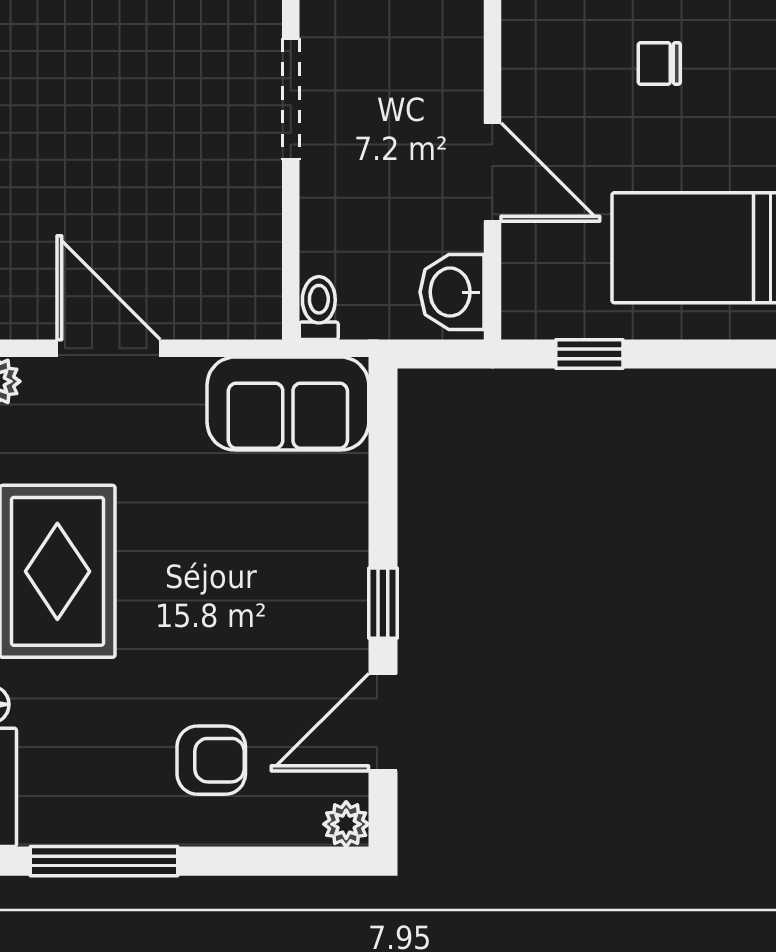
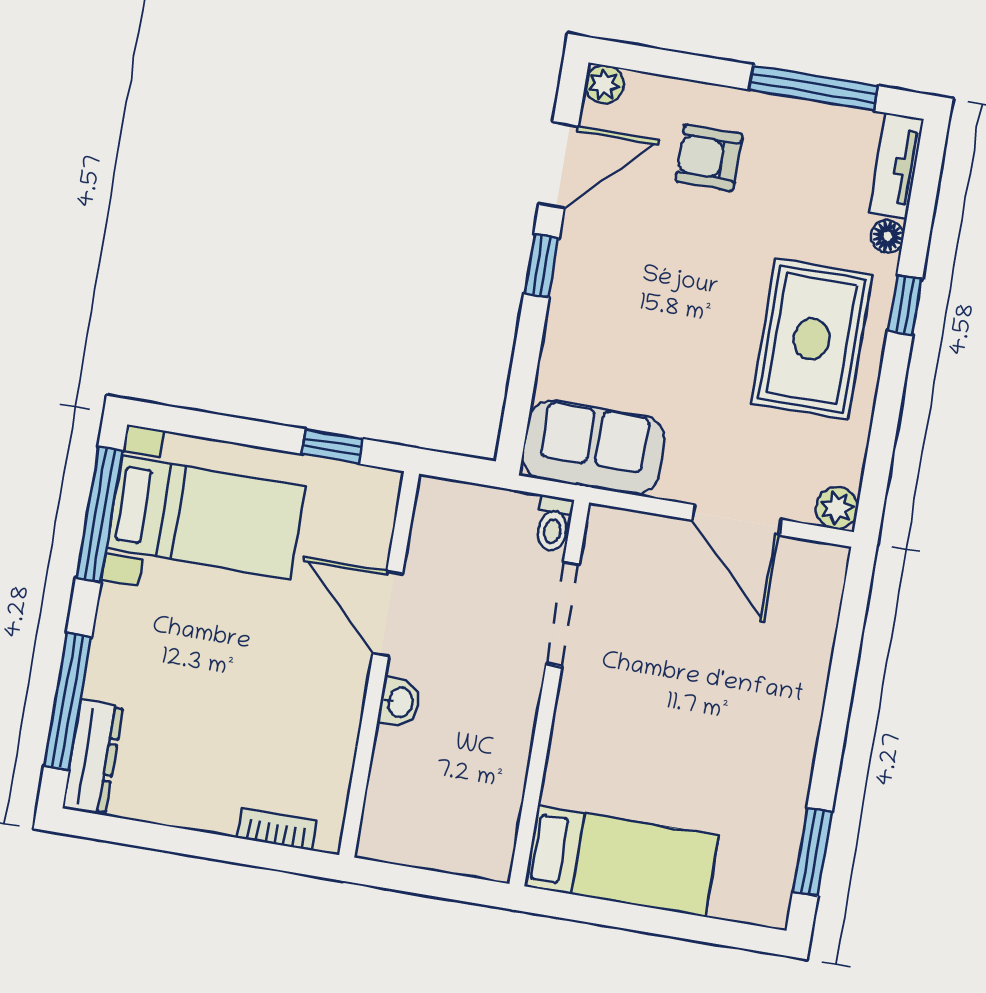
chair: (659, 63) -> (232, 681), removed
doorway: (291, 99) -> (563, 614), moved
washbasin: (452, 292) -> (399, 702), moved, width x0.72, depth x0.69

